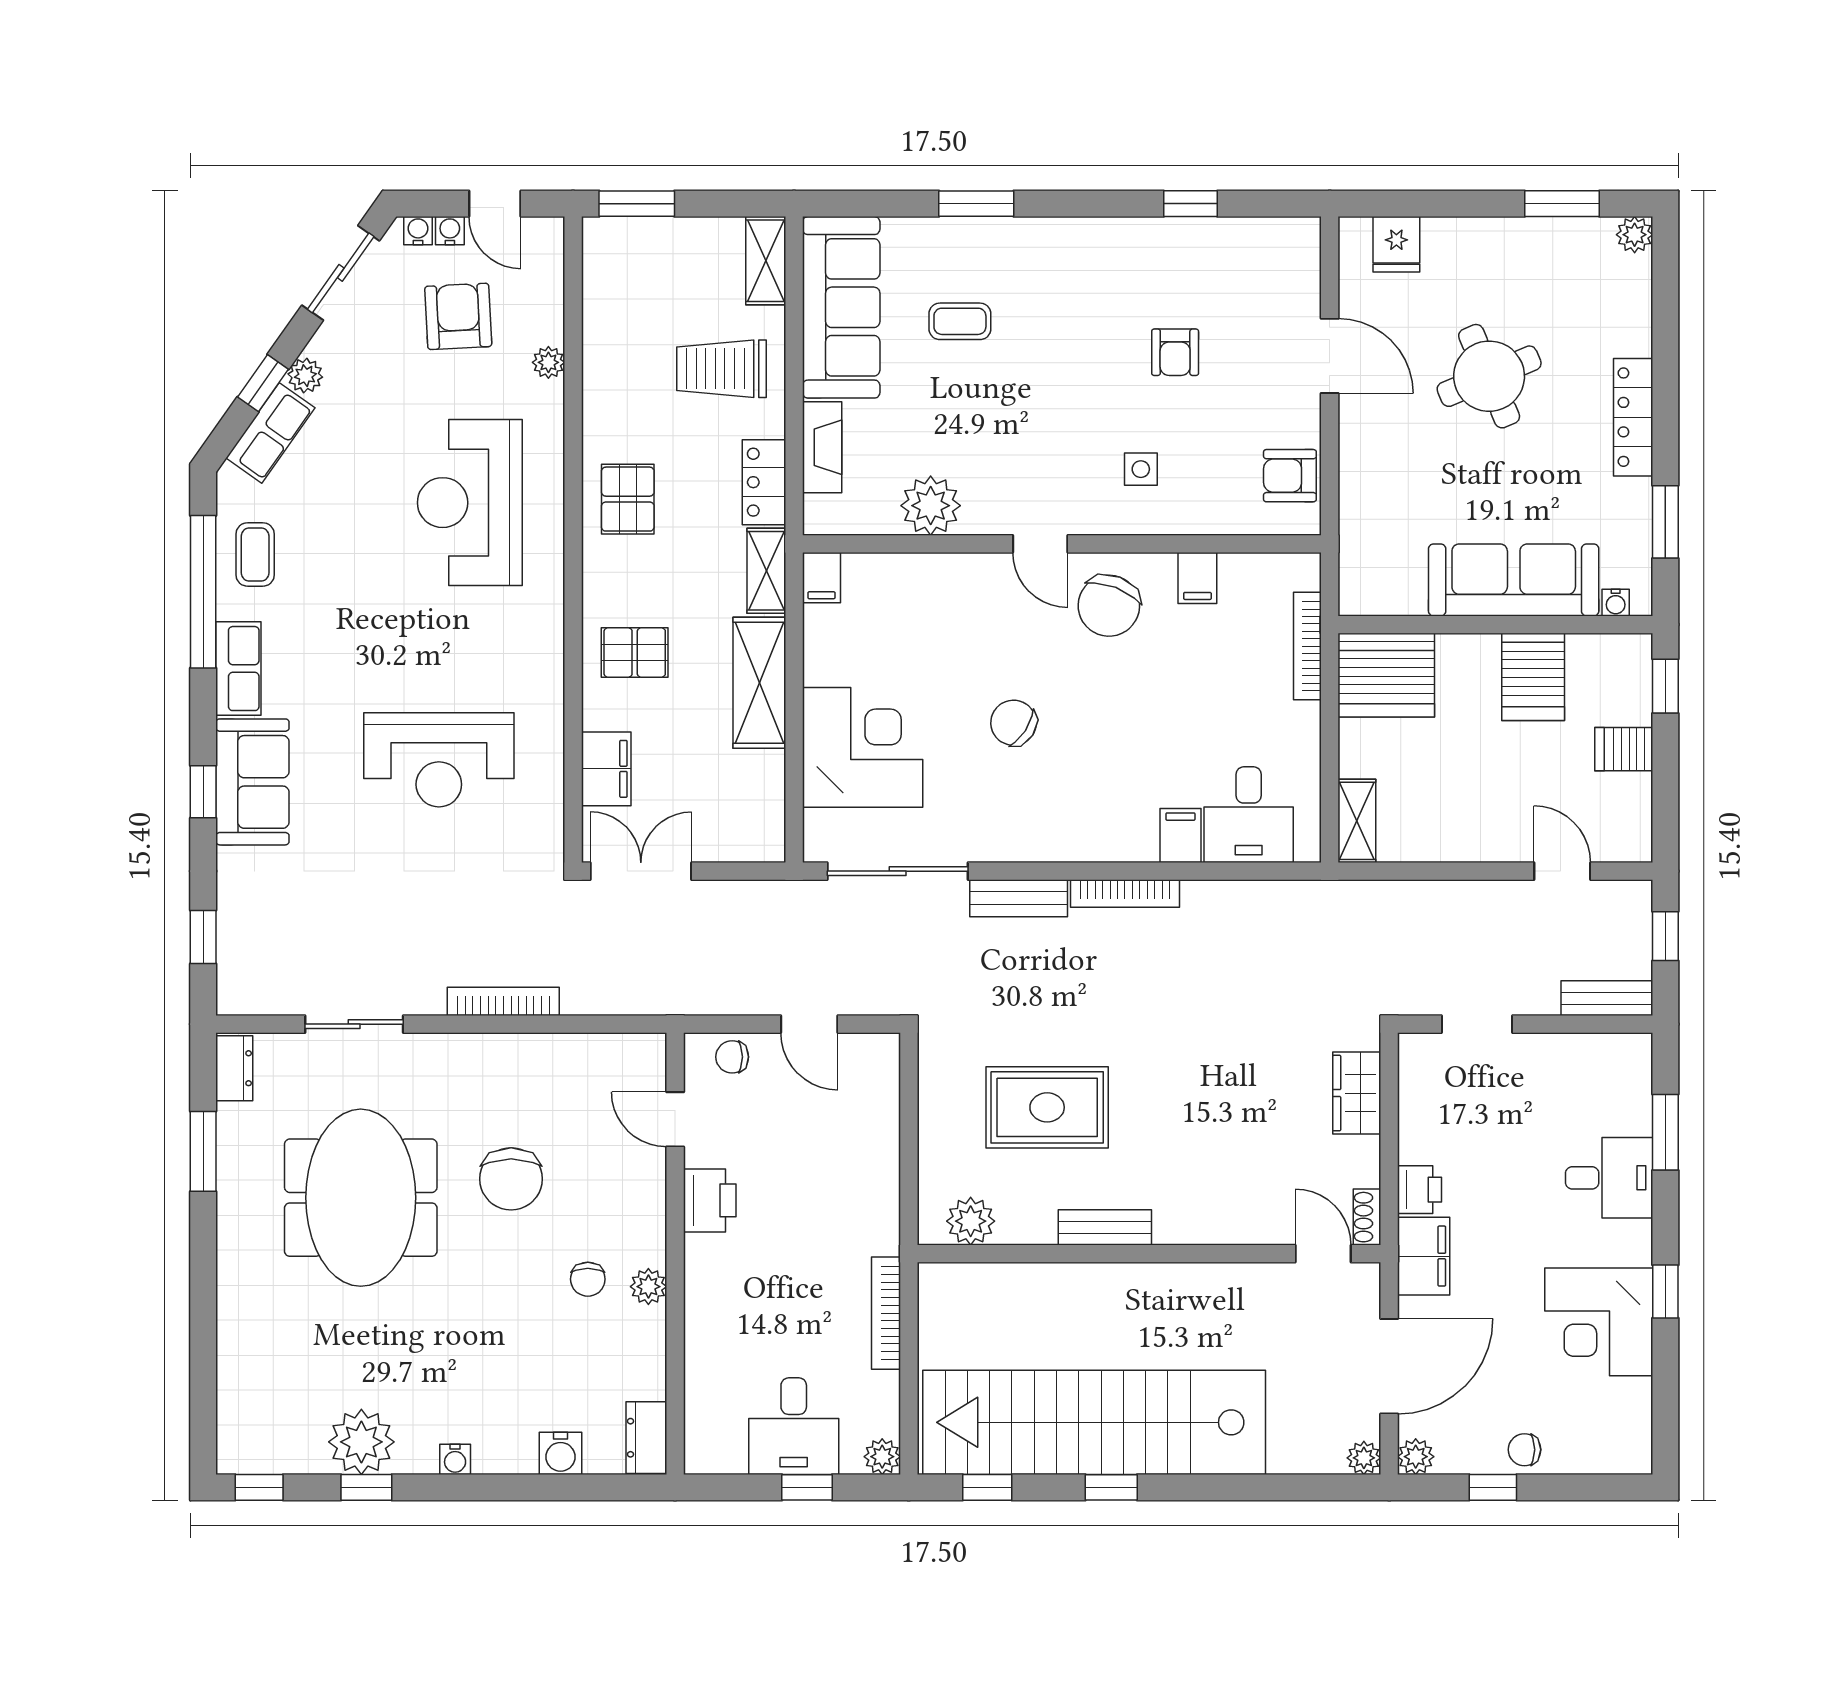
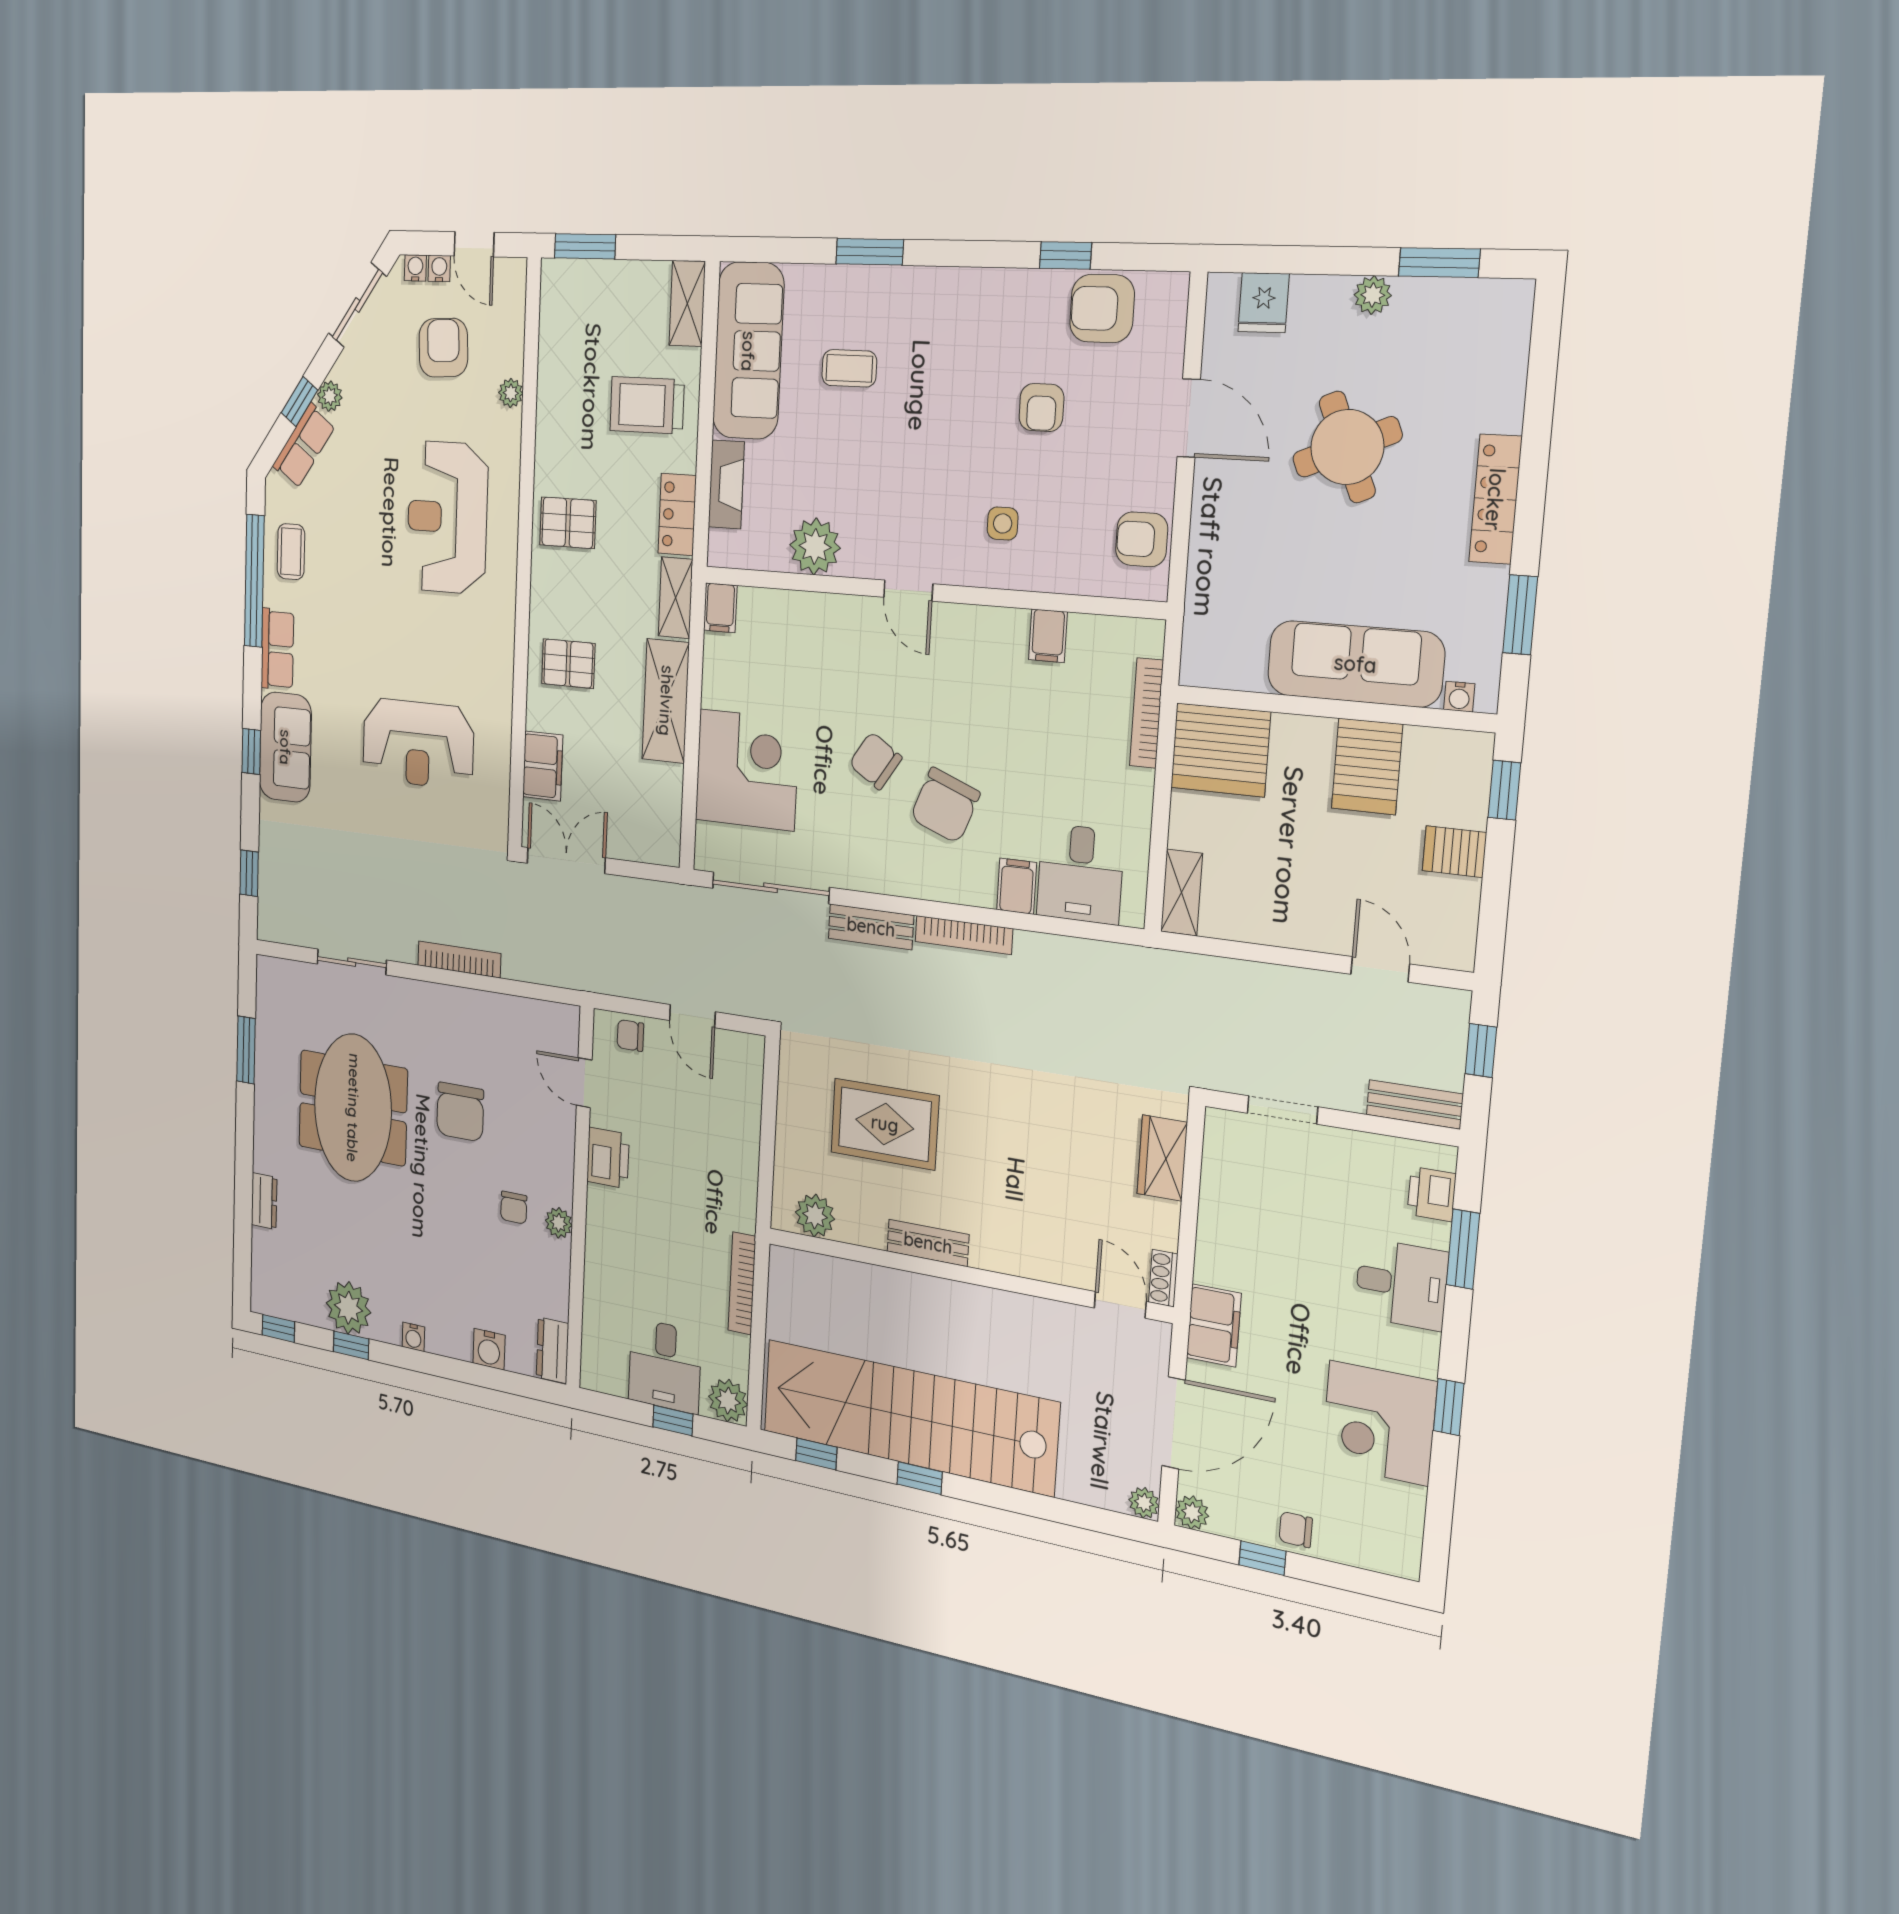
plant: (1635, 235) -> (1373, 295), moved
armchair: (1232, 254) -> (1102, 308), added
pallet: (628, 499) -> (568, 523), turned 90
chair: (1109, 606) -> (945, 805), moved
dresser: (234, 1068) -> (264, 1201), moved
printer: (1420, 1190) -> (1432, 1194), moved, turned 180
plant: (882, 1457) -> (728, 1401), width x1.38, depth x1.38

